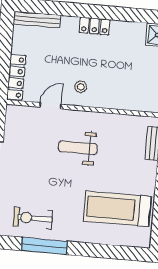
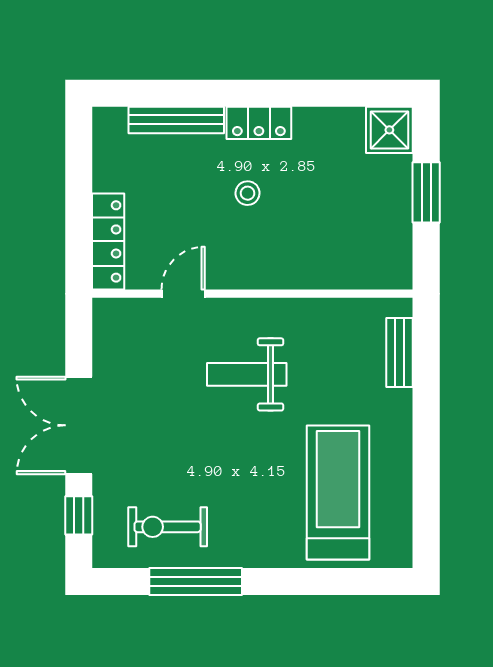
bench: (37, 20) -> (176, 120), moved
stool: (81, 87) -> (248, 193), moved
treadmill: (117, 209) -> (338, 492), turned 90

